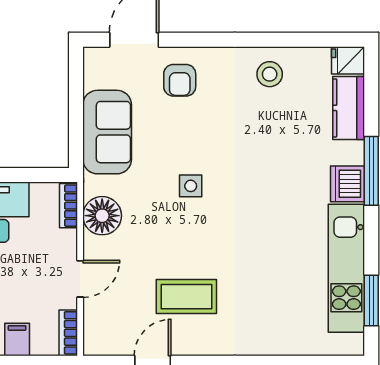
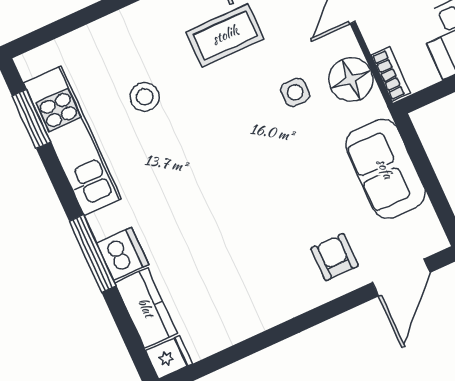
stool: (270, 74) -> (145, 97), moved
dishwasher: (348, 184) -> (122, 254), moved
side table: (191, 186) -> (295, 92), moved

